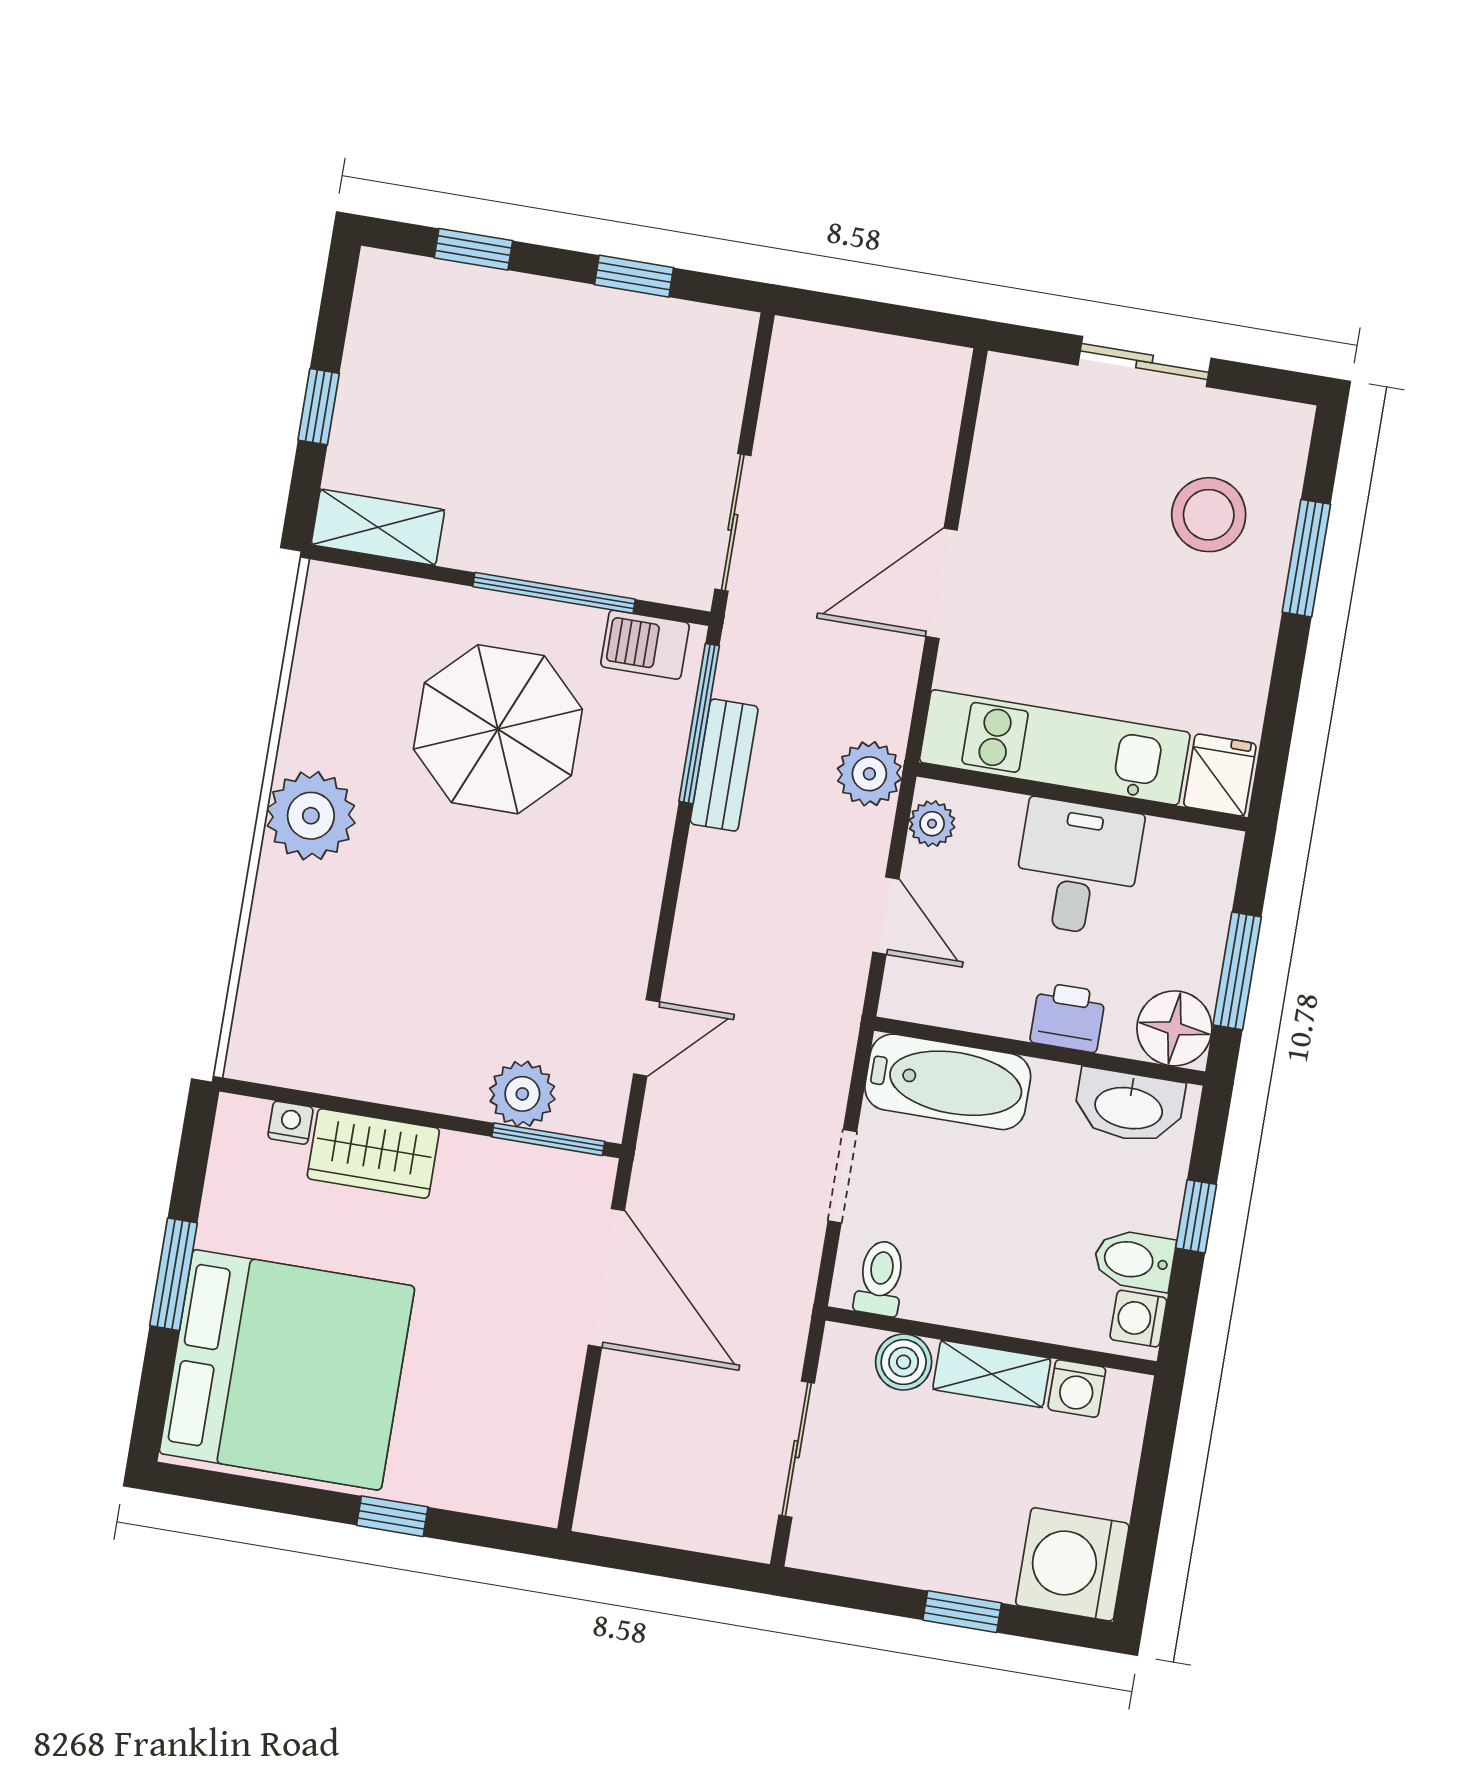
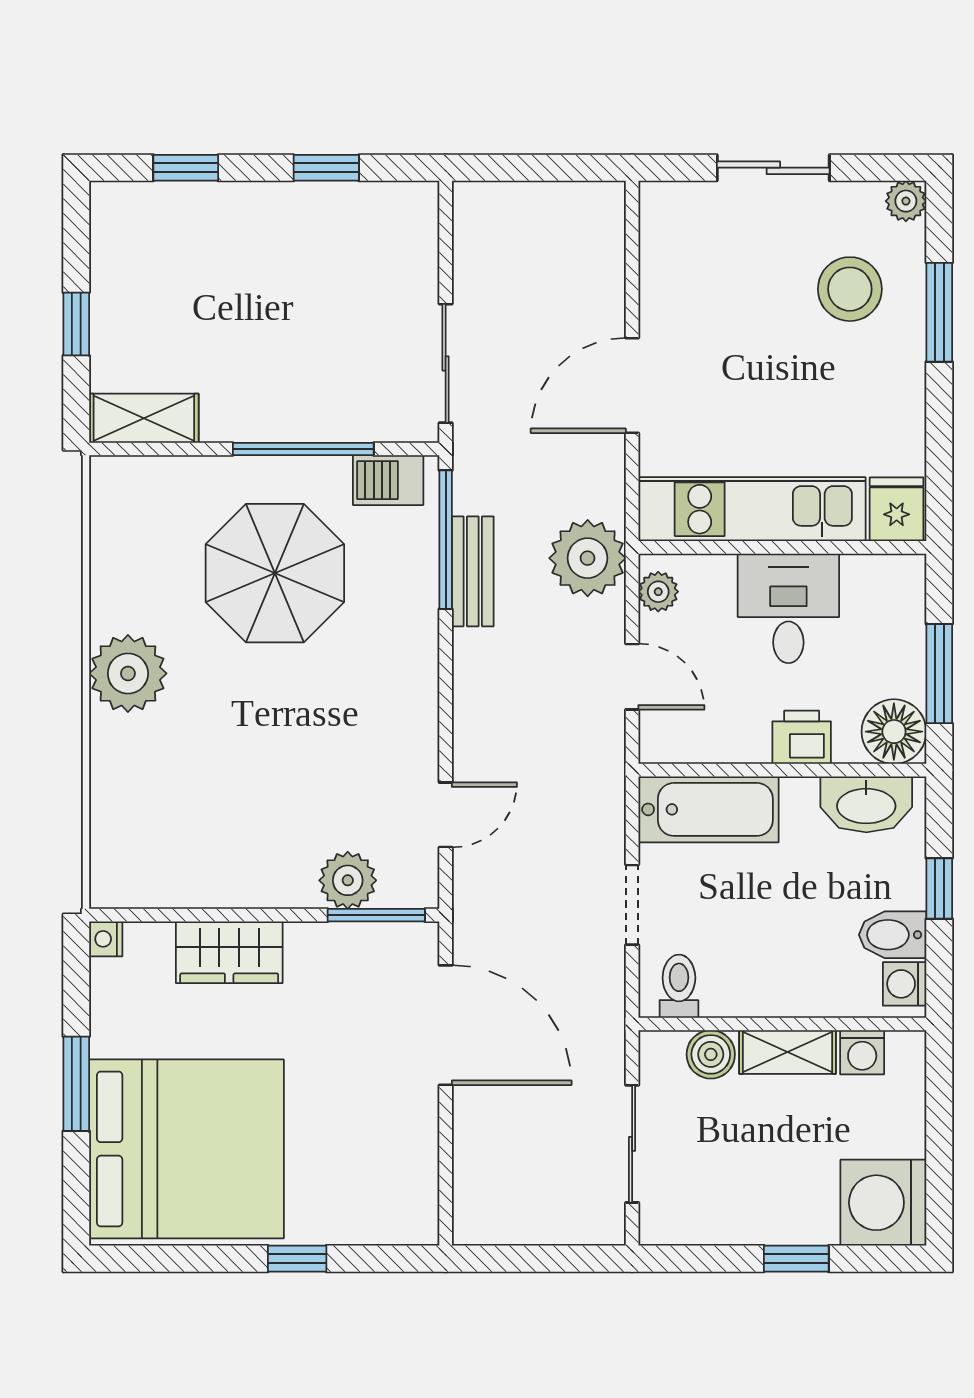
plant: (1289, 425) -> (906, 201), added
plant: (869, 774) -> (588, 558), width x1.36, depth x1.36
nightstand: (290, 1123) -> (106, 939), moved, turned -90

